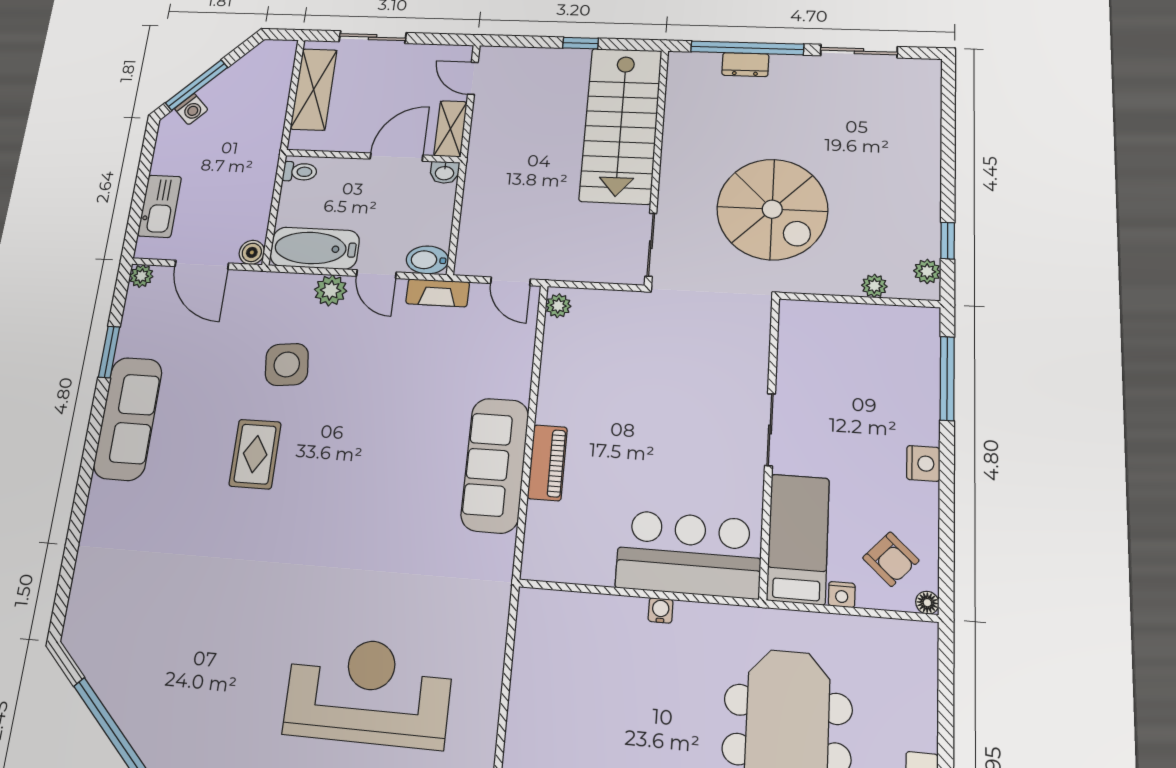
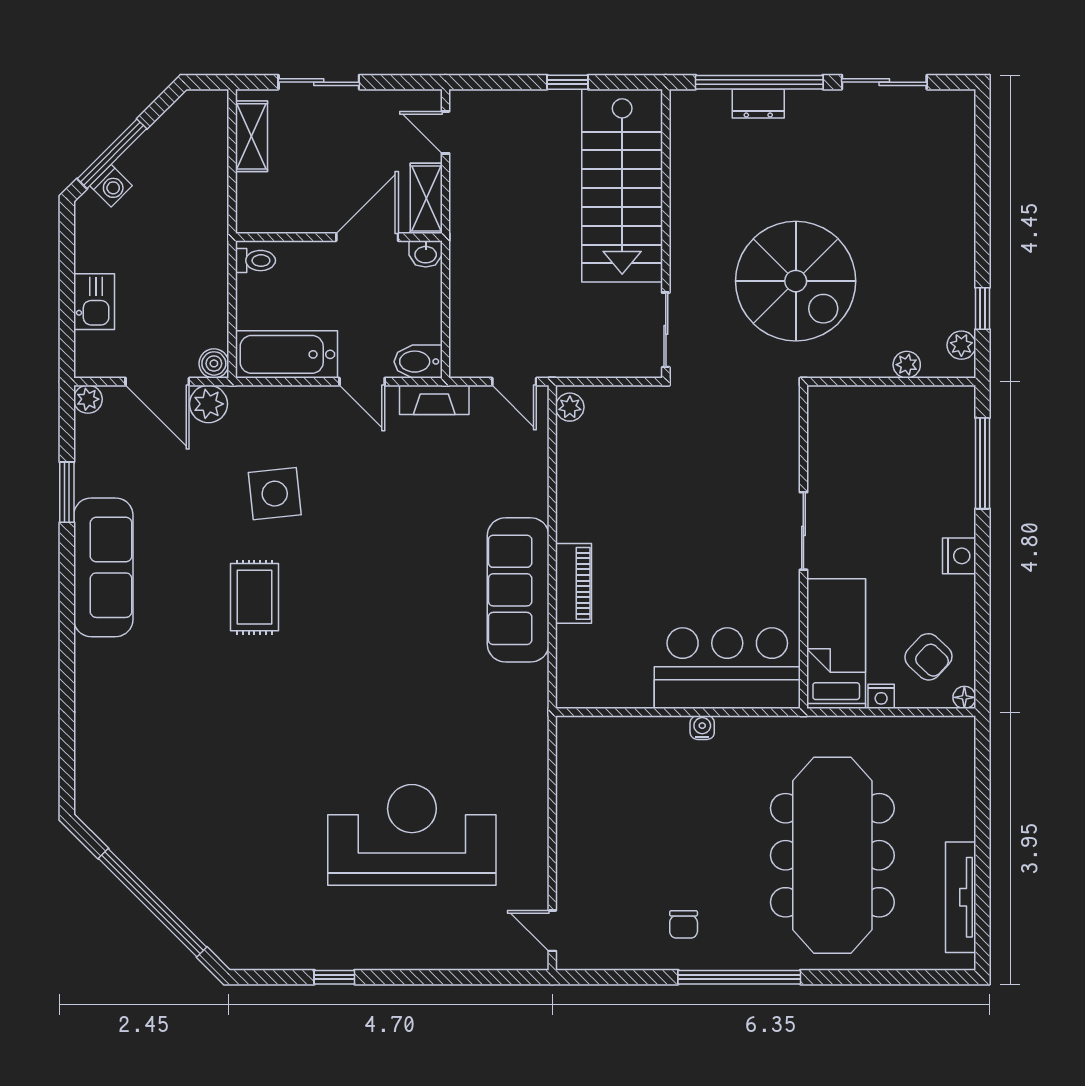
shelving: (314, 89) -> (251, 136), width x0.67, depth x0.75
kitchen sink: (159, 206) -> (94, 302), width x0.73
plant: (331, 290) -> (209, 404), moved

